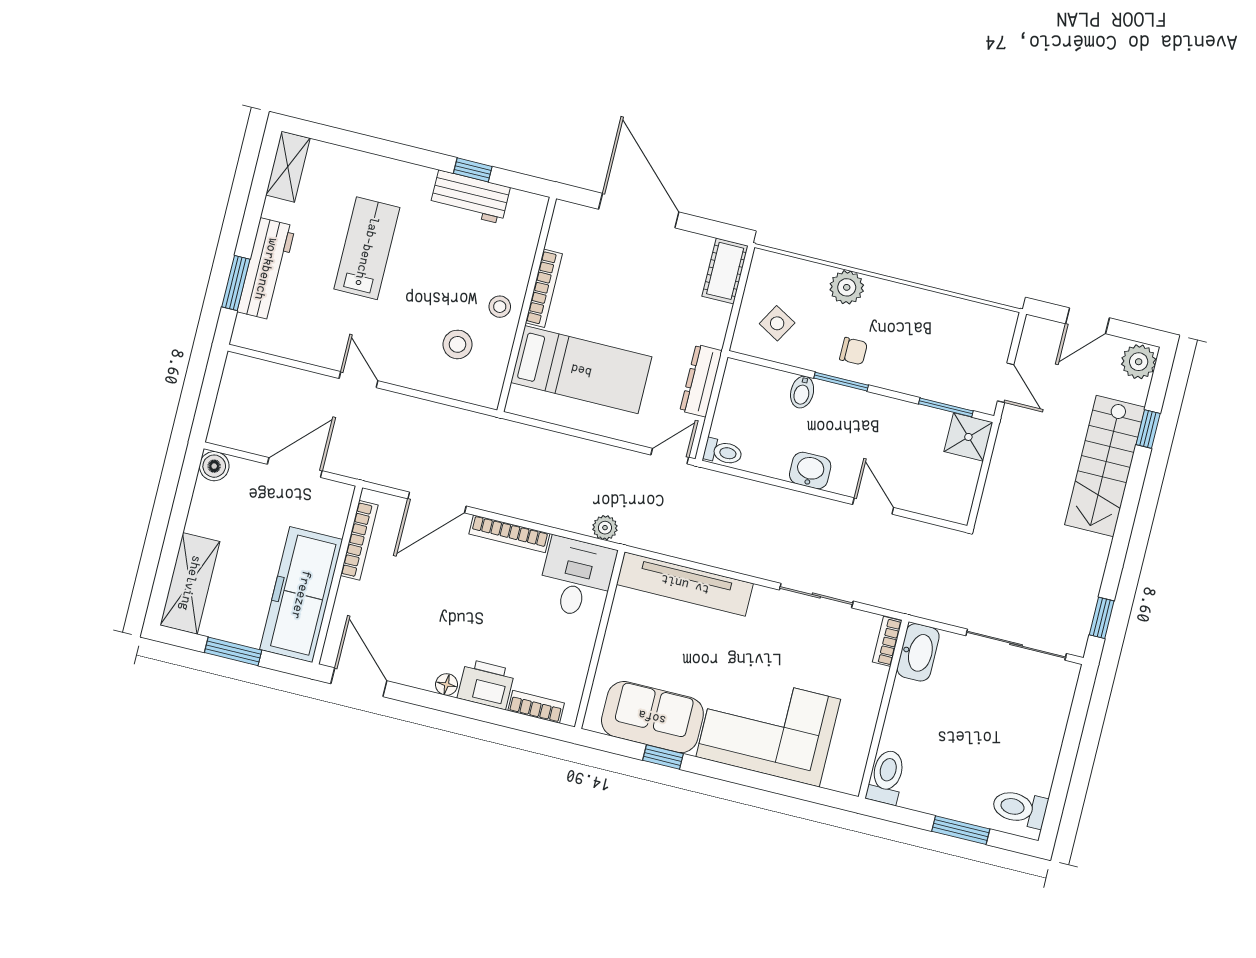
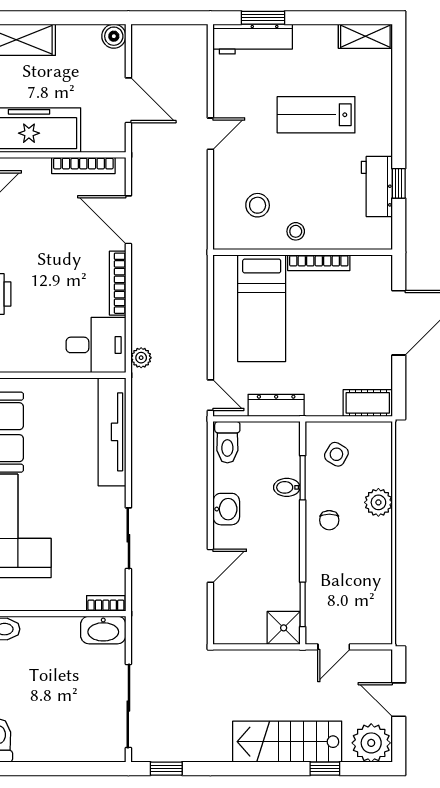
lab bench: (367, 248) -> (316, 115), turned 180
workbench: (266, 269) -> (253, 39), moved
plant: (1139, 362) -> (371, 743), width x1.36, depth x1.36
window: (841, 382) -> (303, 478), moved
toilet: (723, 452) -> (227, 442), width x1.37, depth x1.39

